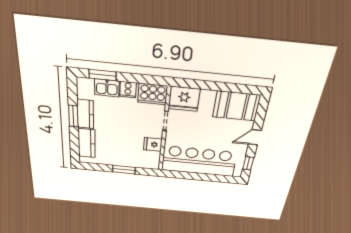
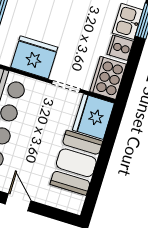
booth: (236, 106) -> (76, 163), moved
fridge: (153, 144) -> (34, 57), width x1.88, depth x1.34

